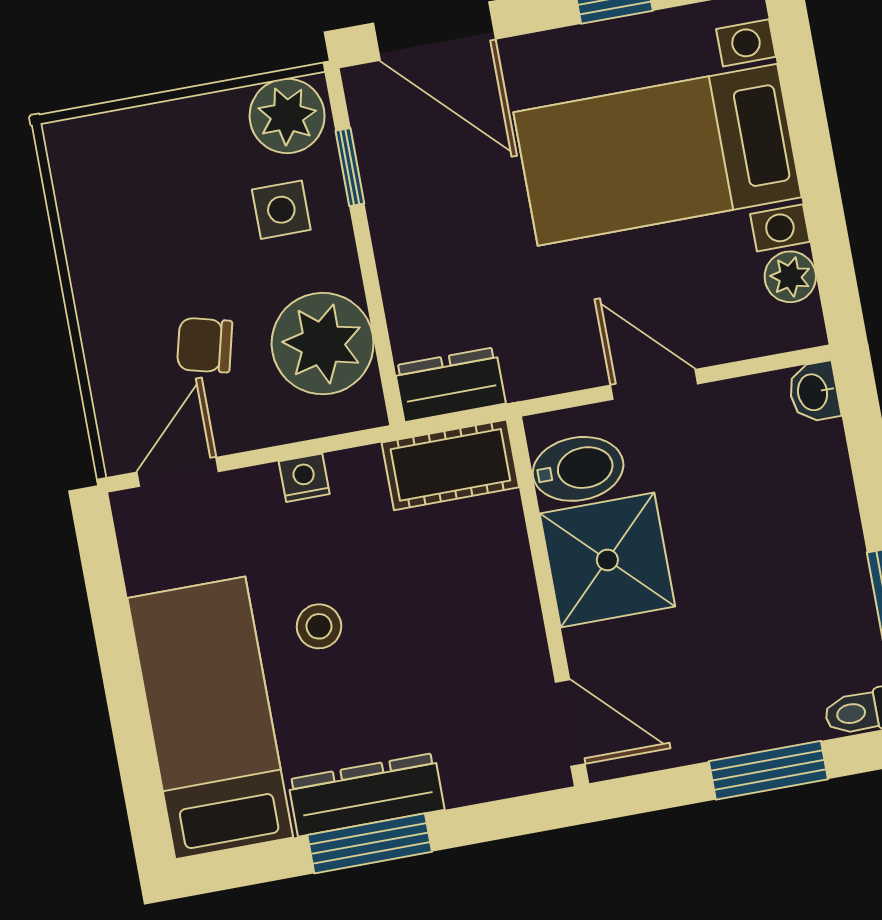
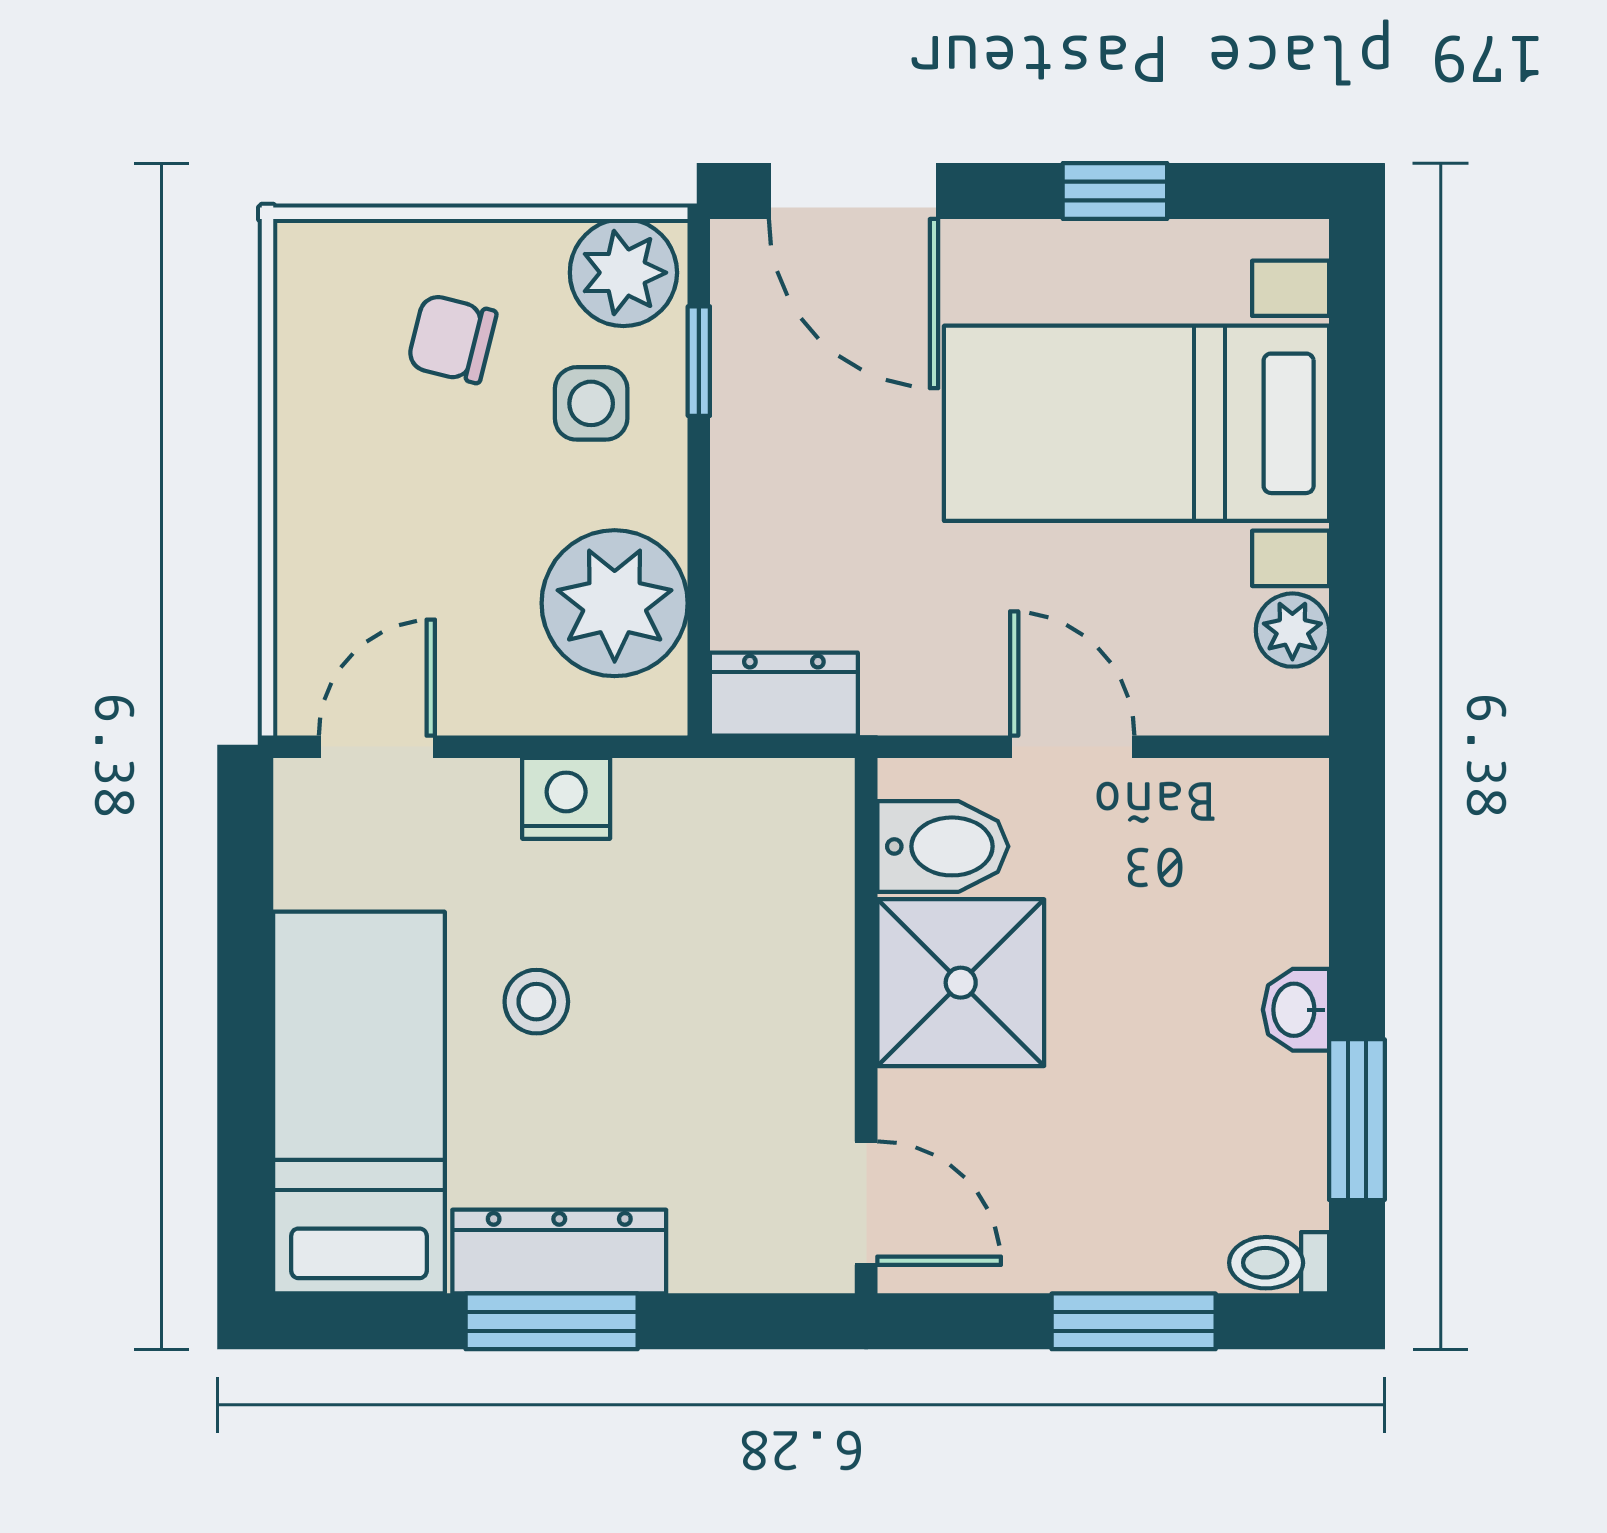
chair: (205, 345) -> (452, 339), moved
washbasin: (814, 392) -> (1296, 1010), moved
cot: (450, 465) -> (764, 808), removed
nightstand: (304, 478) -> (566, 798), width x1.39, depth x1.35

